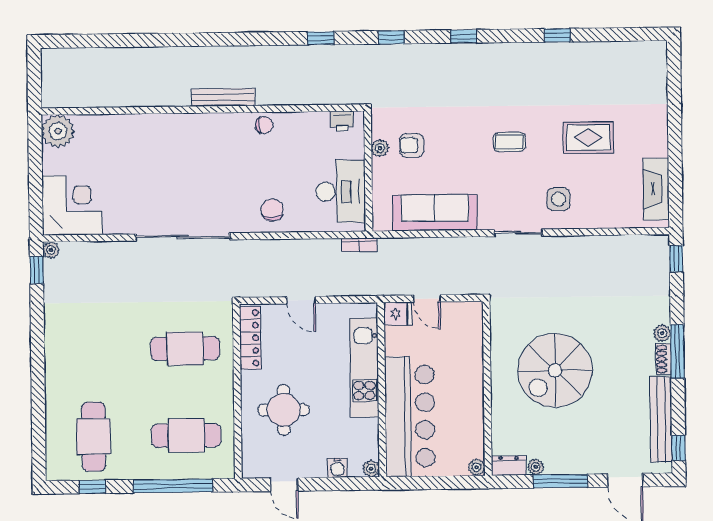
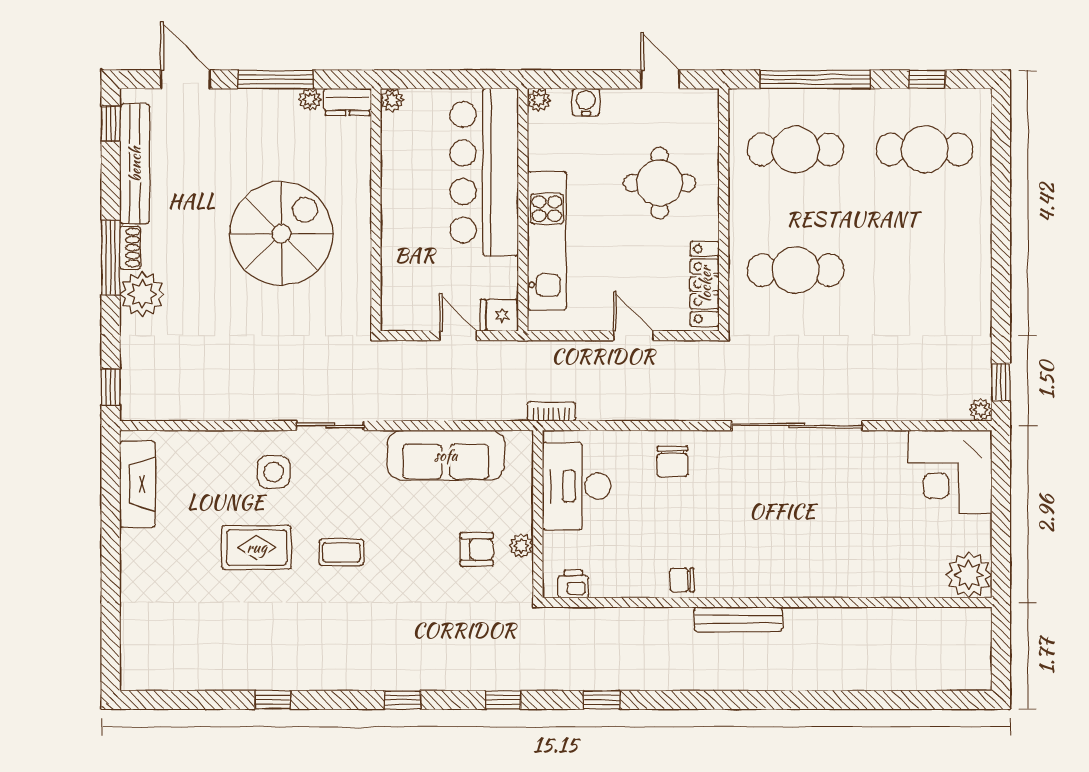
rug: (588, 138) -> (257, 547), moved
plant: (662, 333) -> (142, 294), width x1.88, depth x1.88
cafe table: (94, 437) -> (925, 149), turned 90

